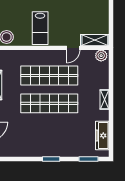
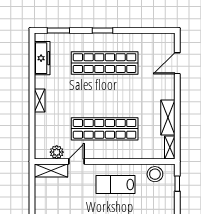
lab bench: (40, 28) -> (115, 184), turned -90
plant: (101, 56) -> (57, 152), moved
shop shelf: (49, 103) -> (105, 63), moved

